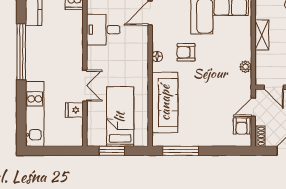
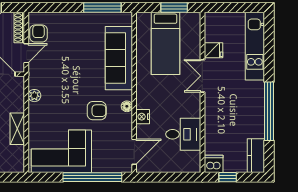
nightstand: (142, 47) -> (143, 117), added
shoe rack: (260, 136) -> (19, 27), width x1.43

